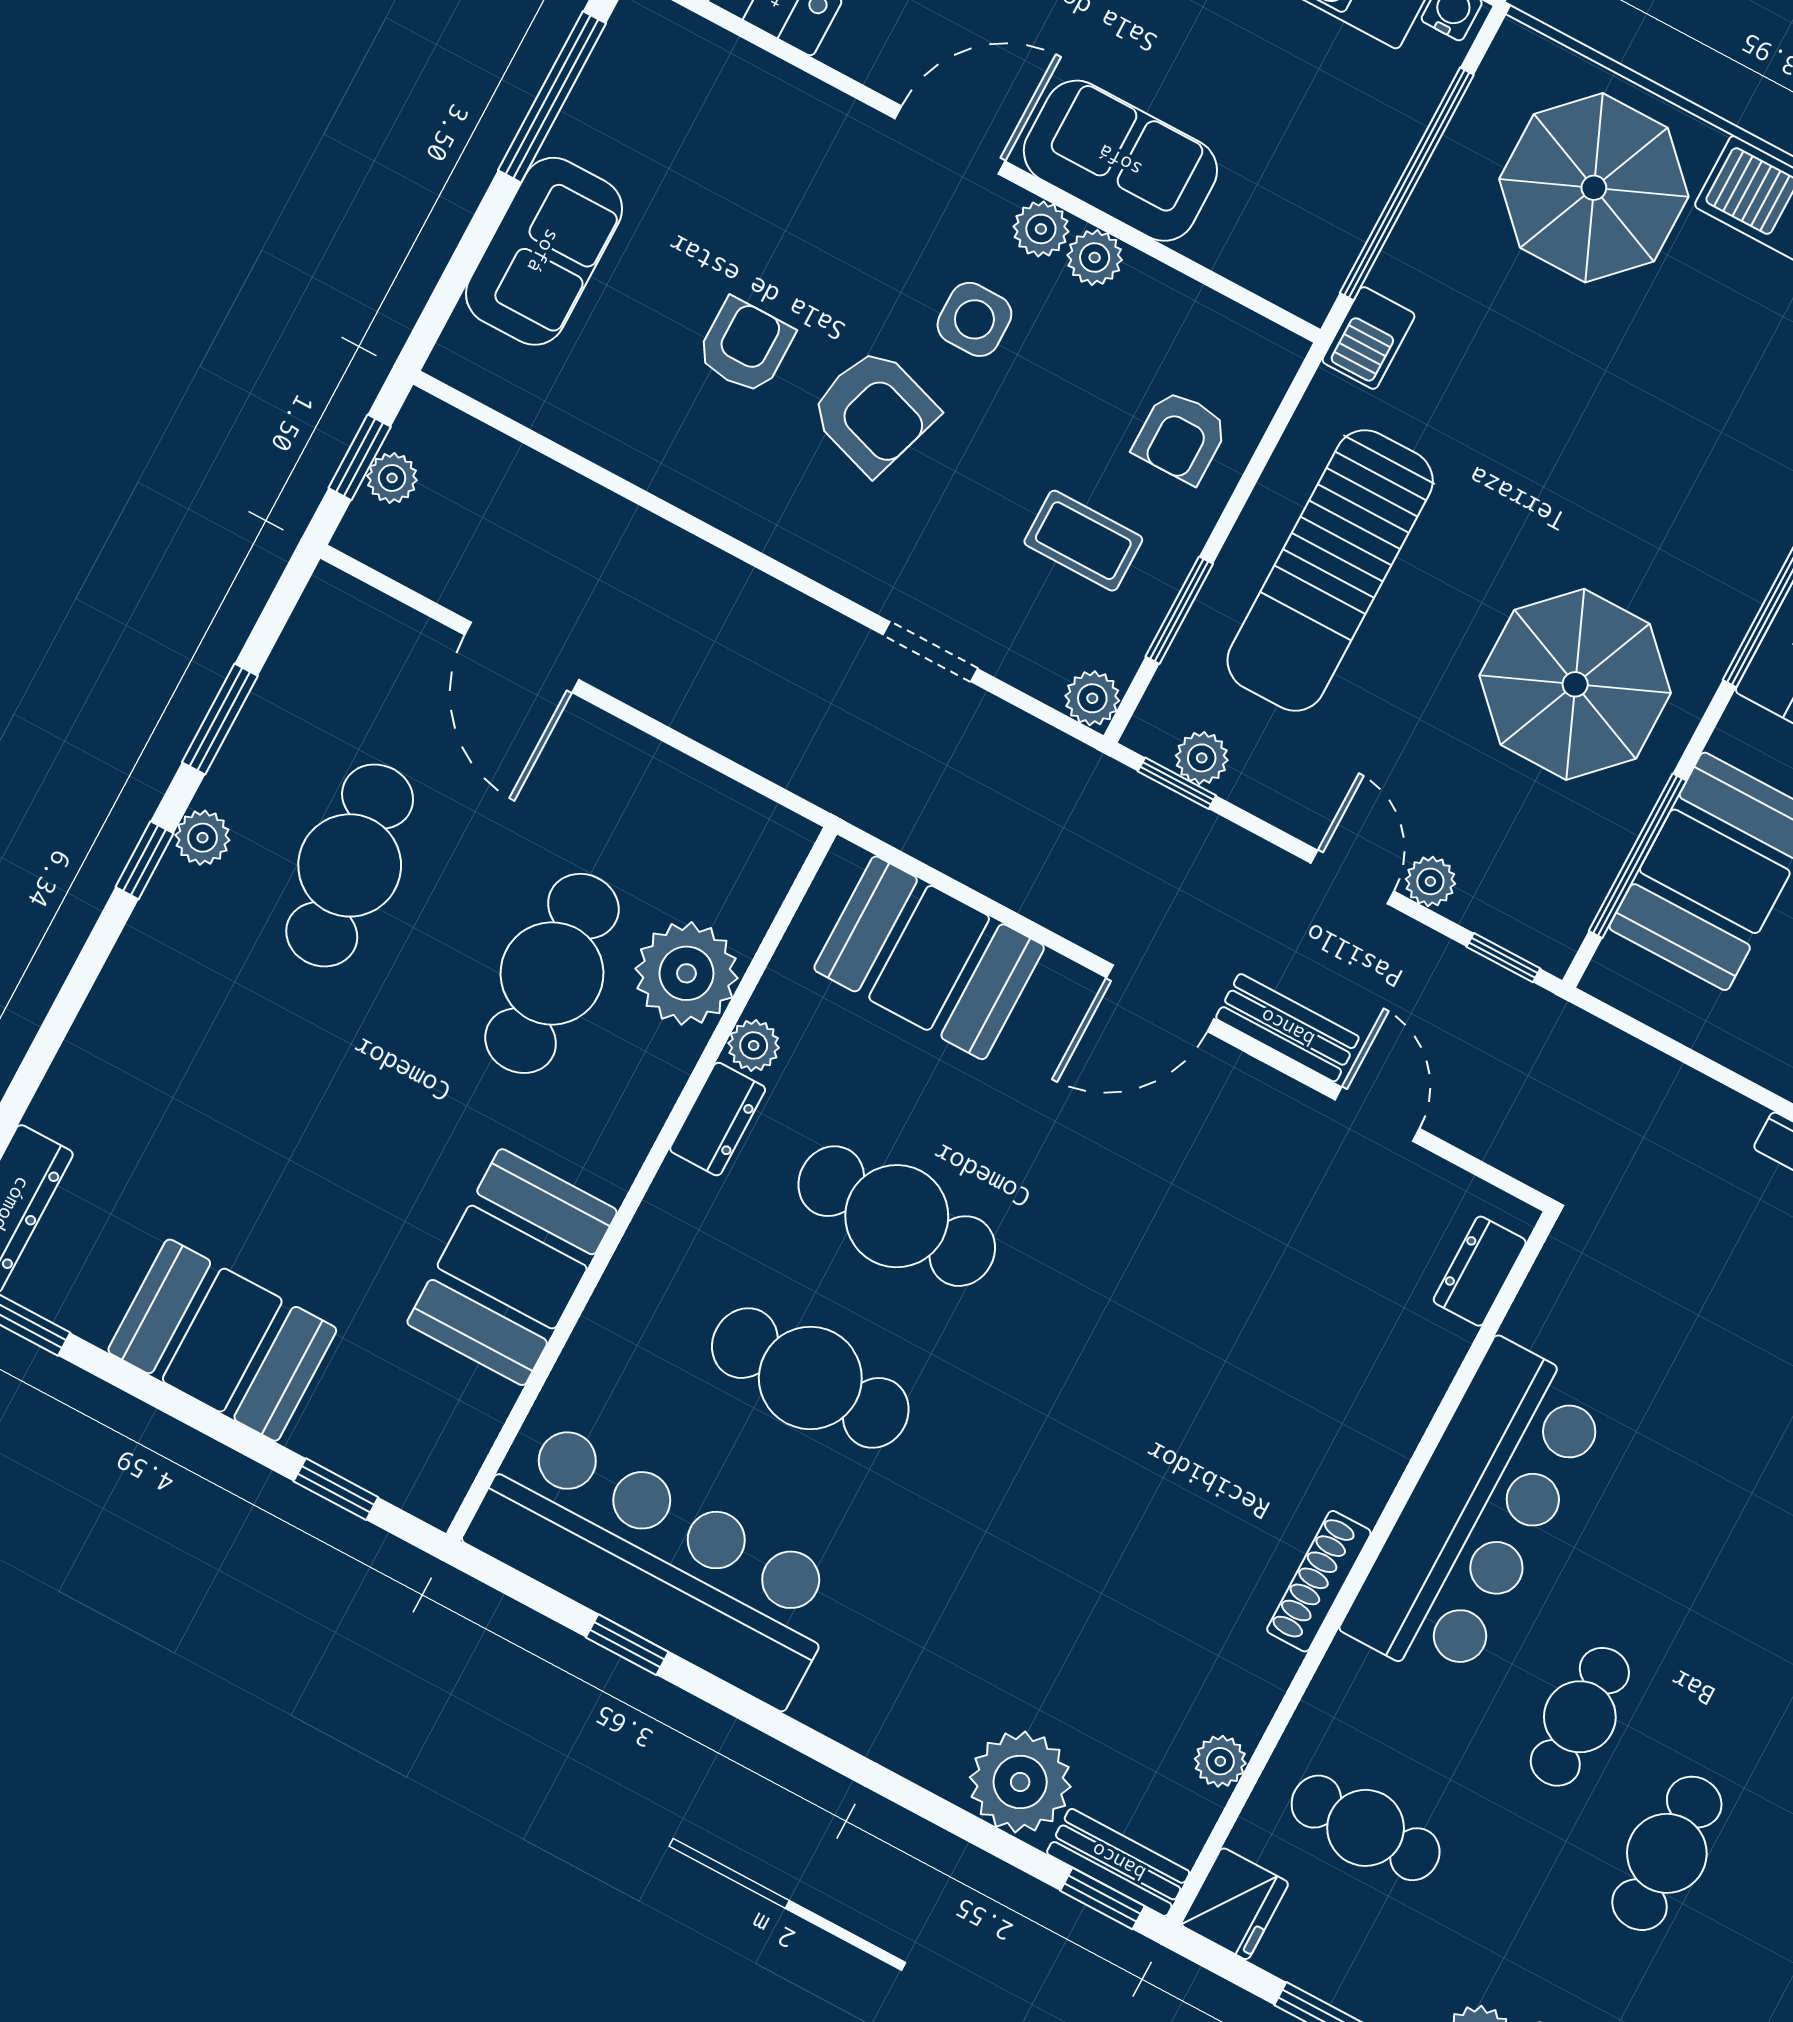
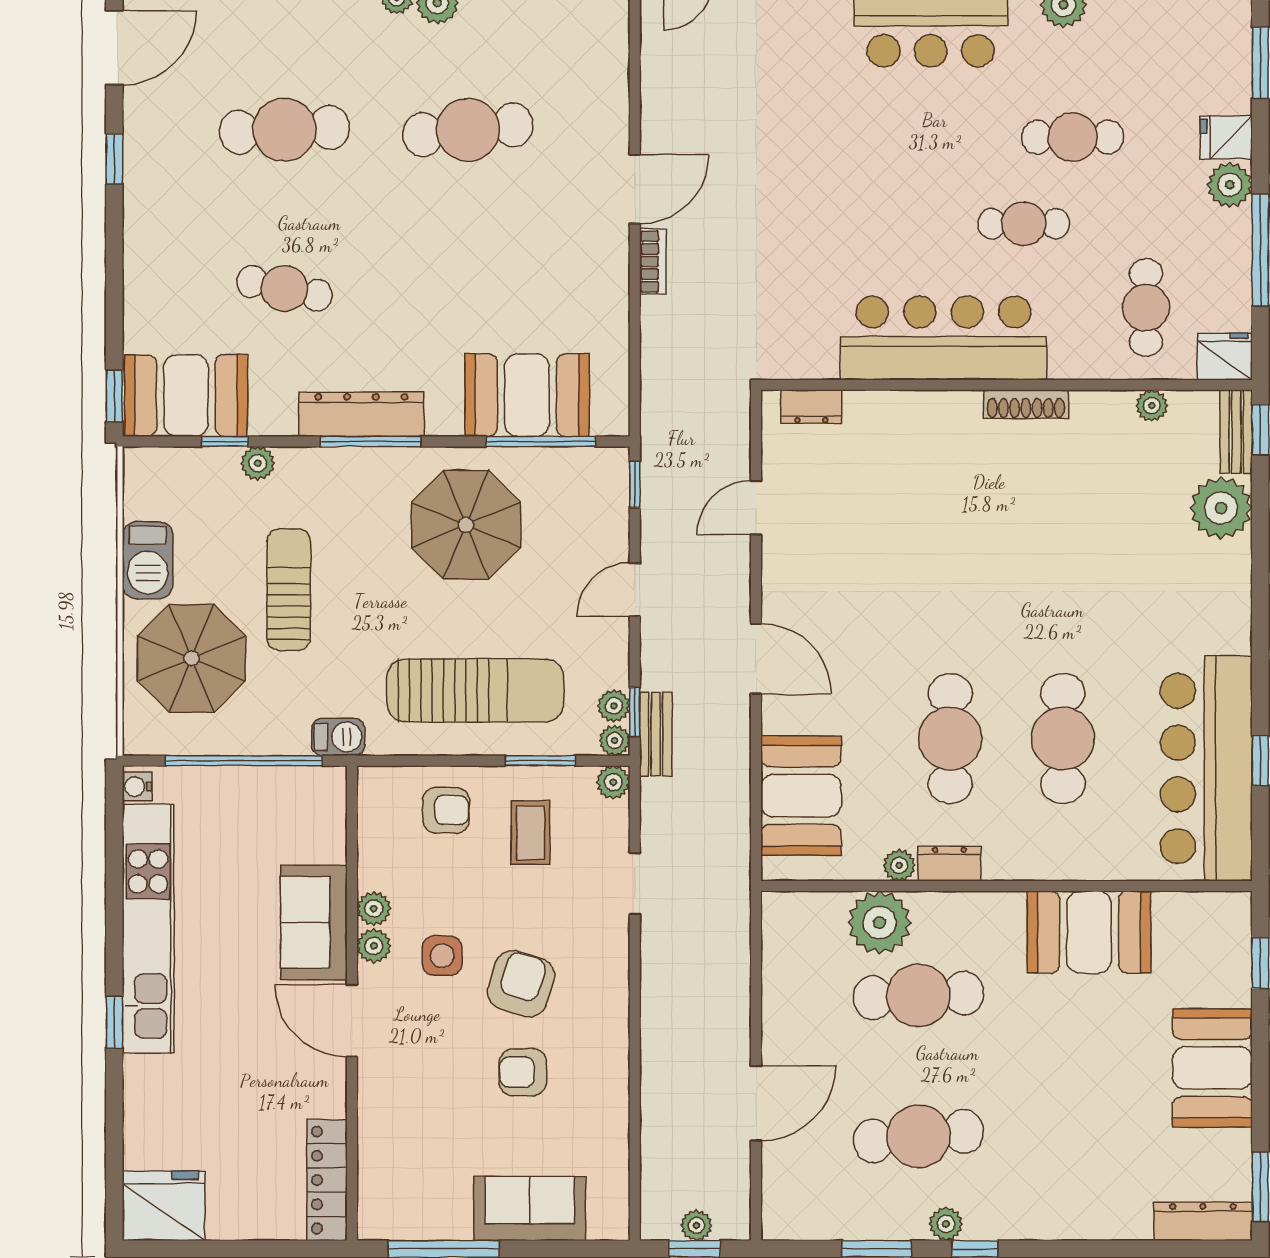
sun lounger: (1618, 380) -> (289, 590), added
plant: (1430, 881) -> (615, 740), moved
bench: (1287, 1028) -> (656, 734), moved

